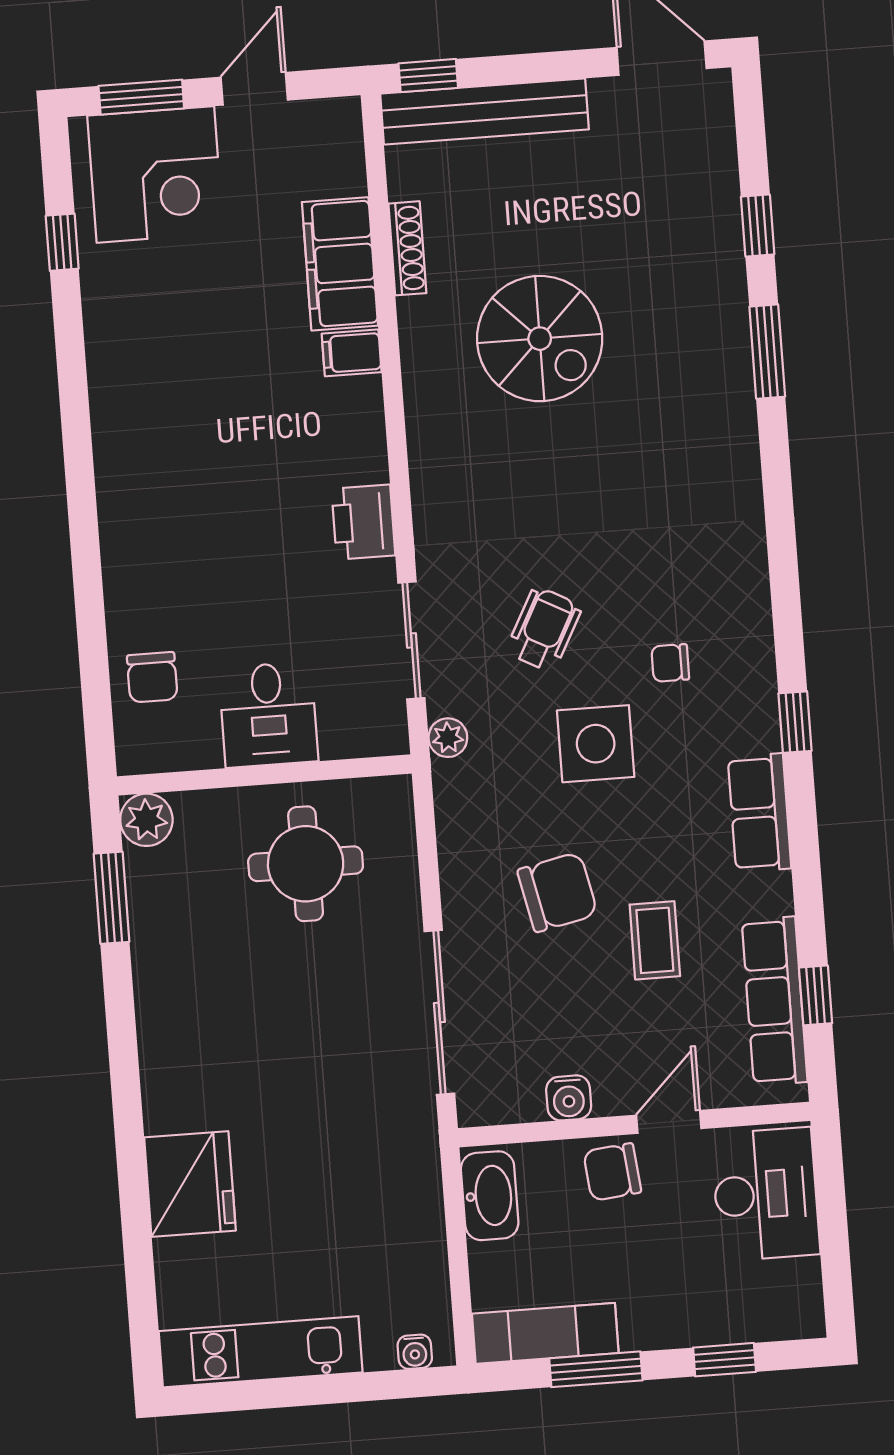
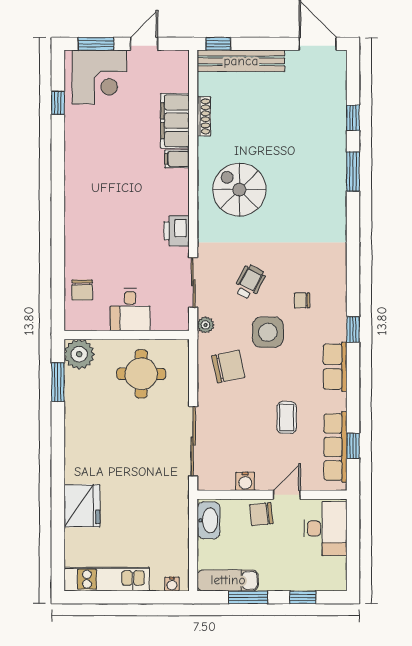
spiral stairs: (540, 339) -> (239, 190), moved, turned 180
plant: (146, 820) -> (79, 354), width x1.36, depth x1.36
chair: (558, 892) -> (228, 366), moved

